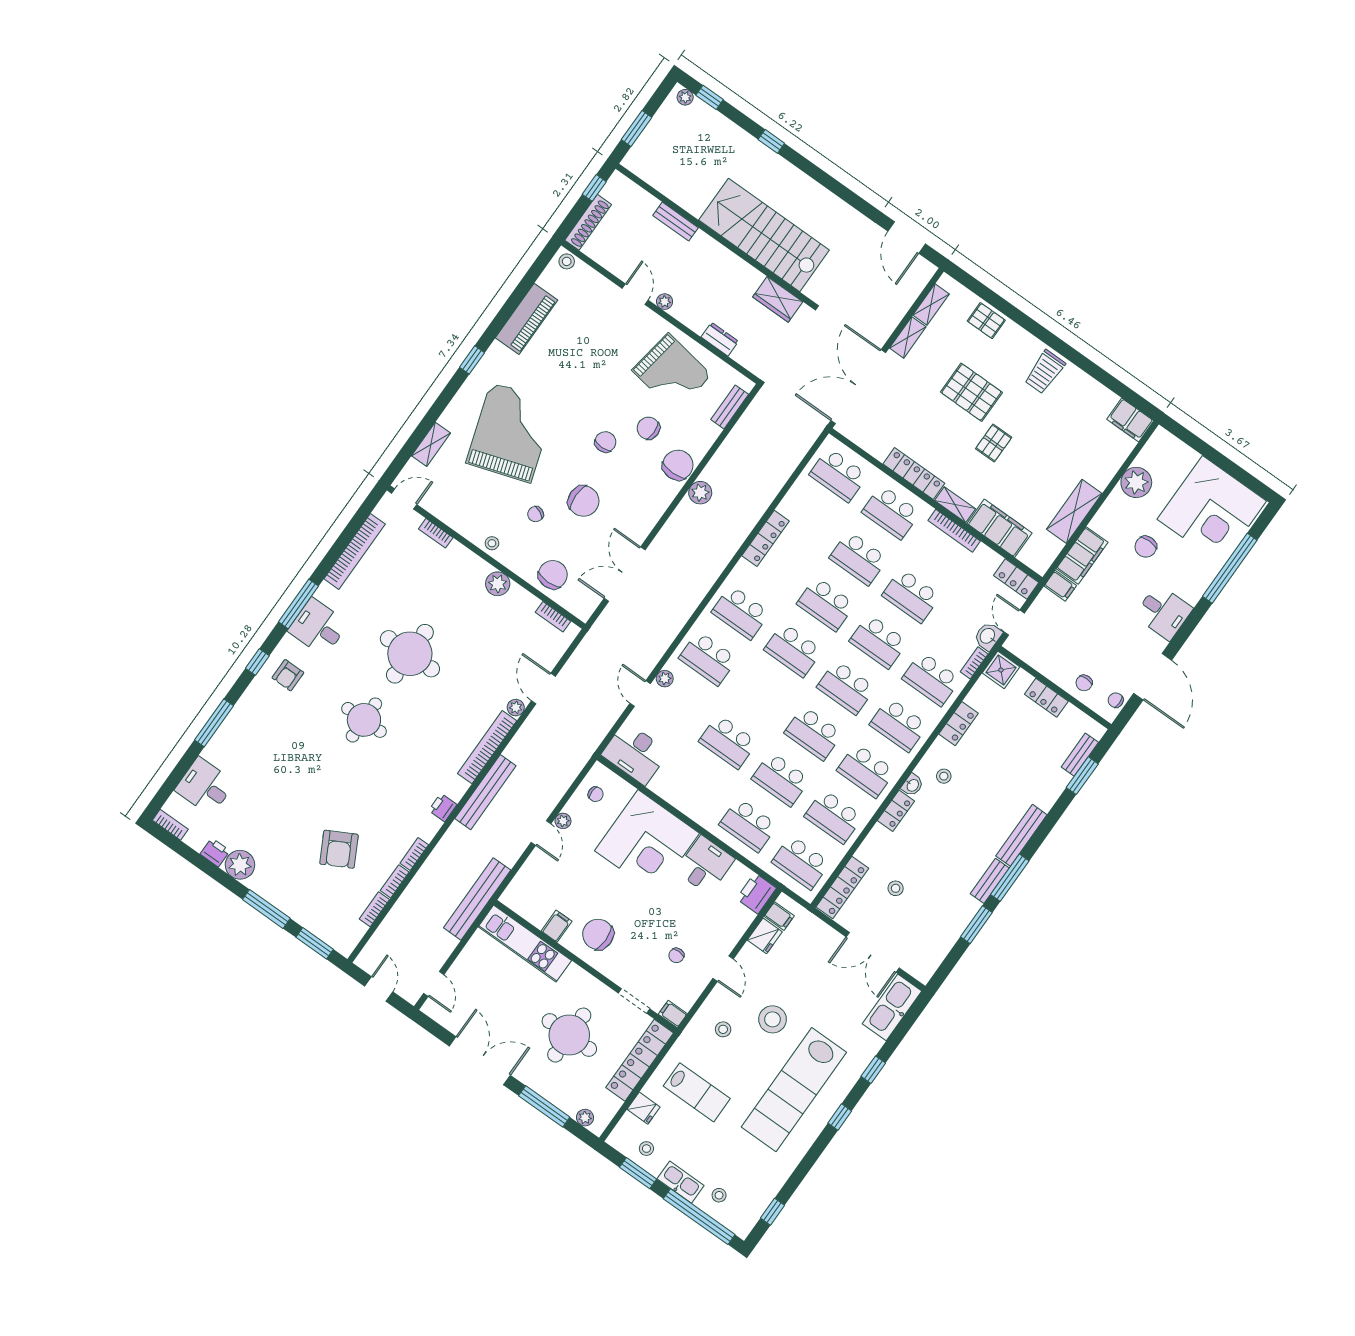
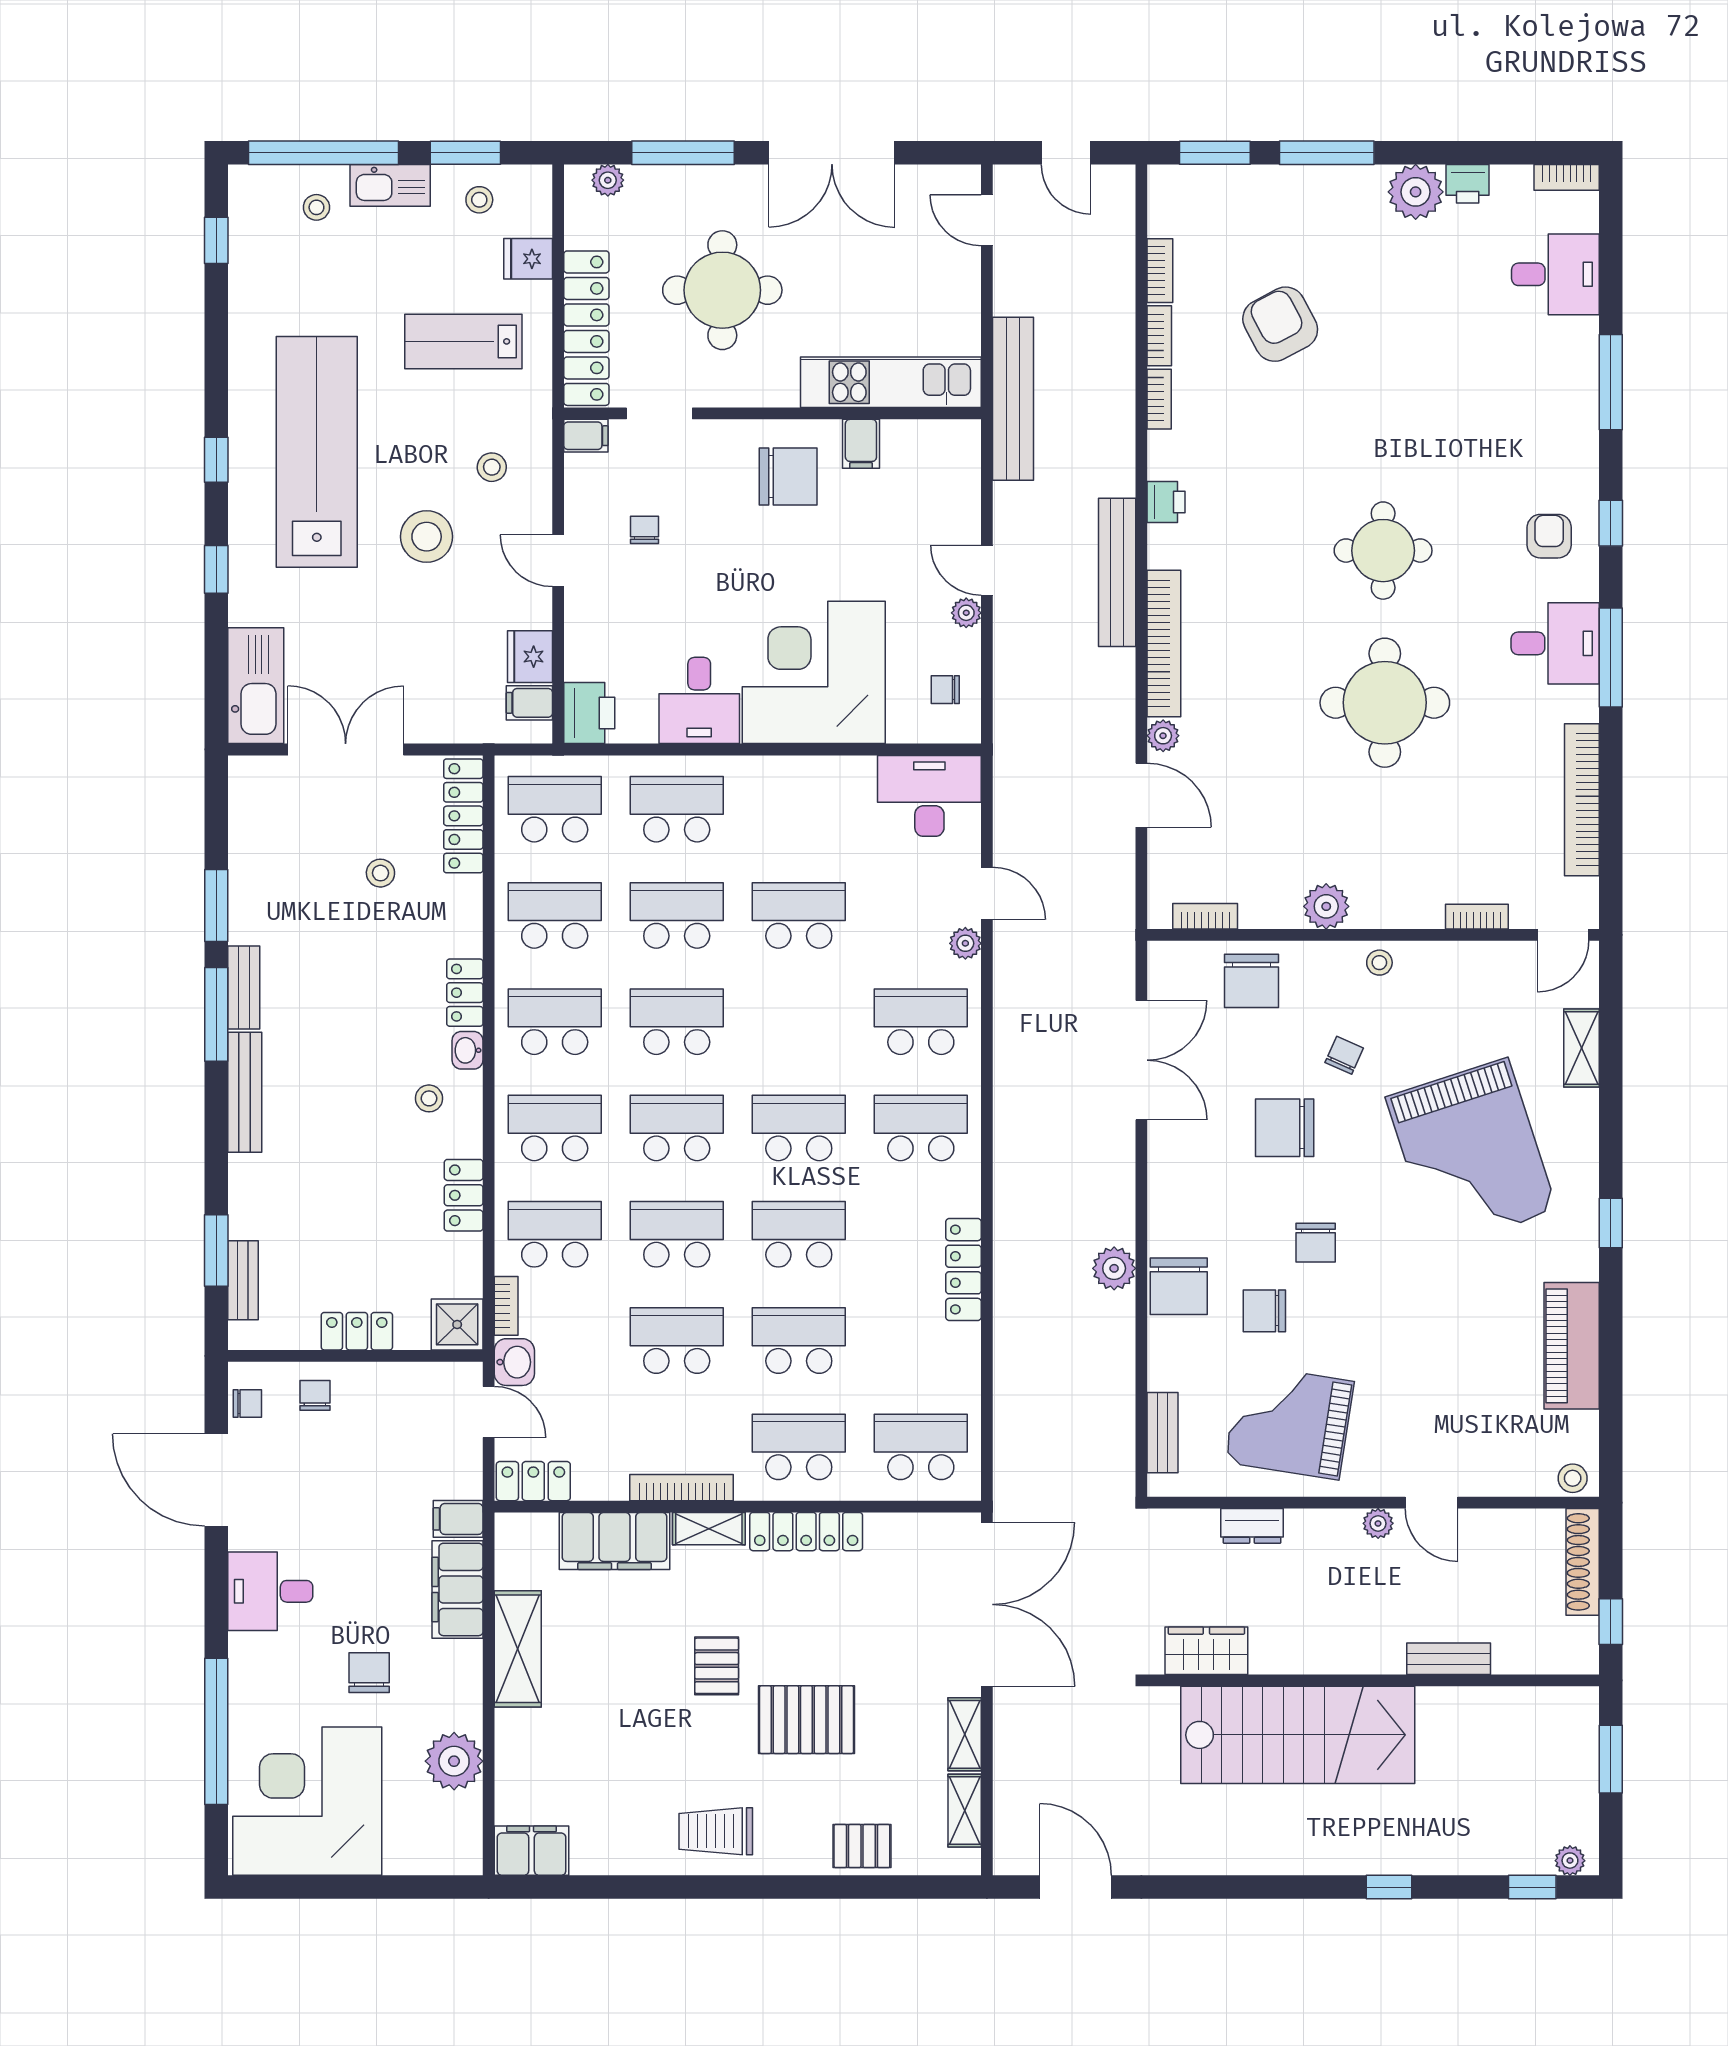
trolley: (1045, 372) -> (716, 1831), turned -90
chair: (648, 428) -> (1264, 1311), turned 180

